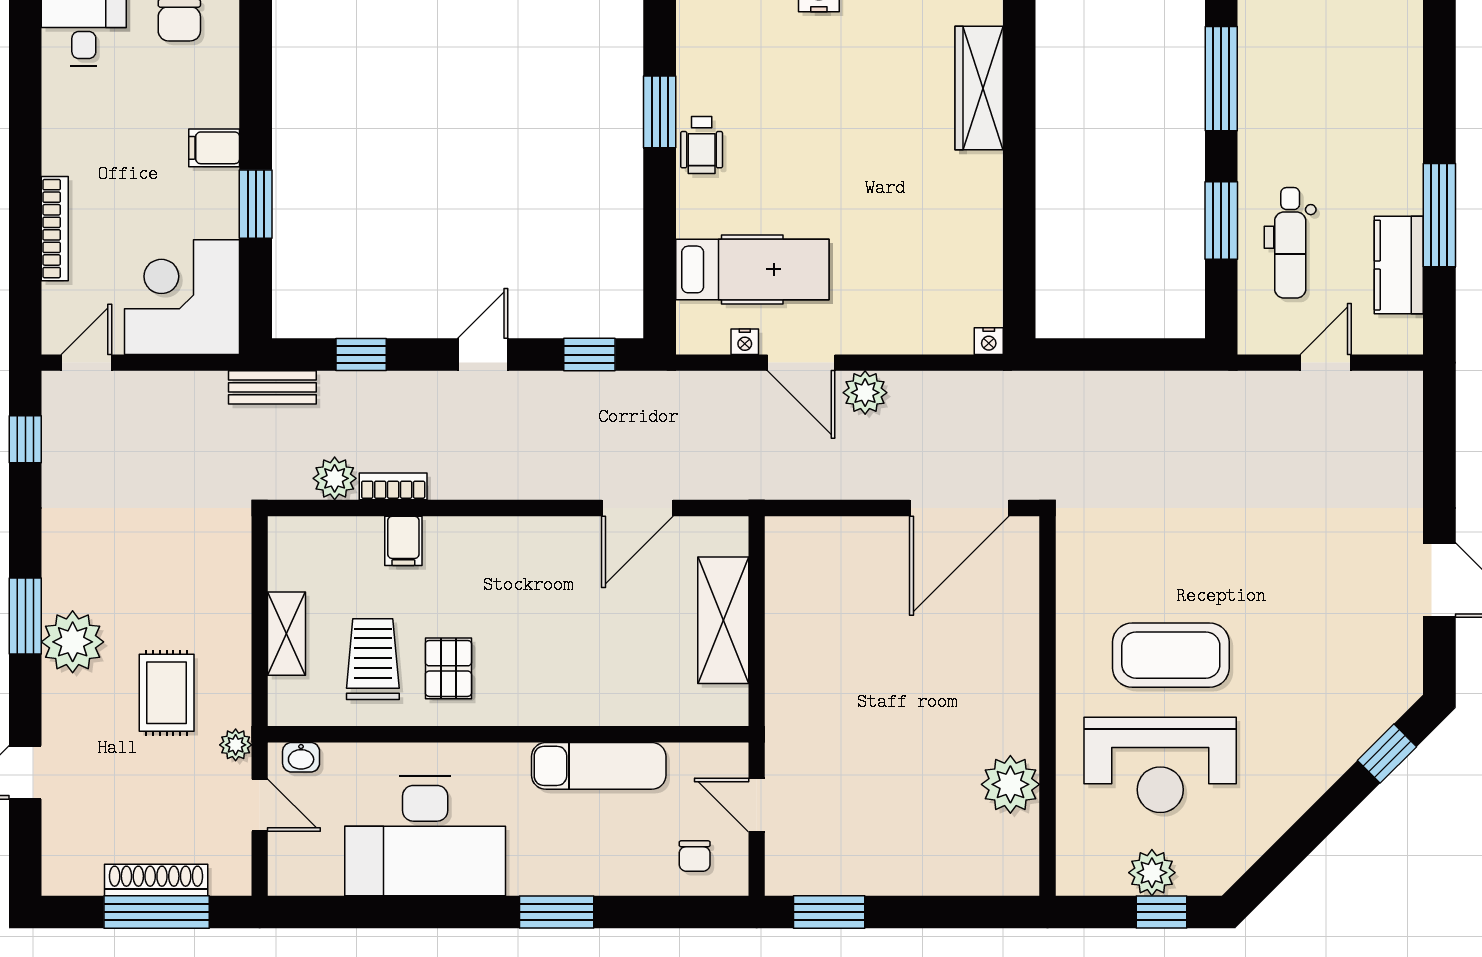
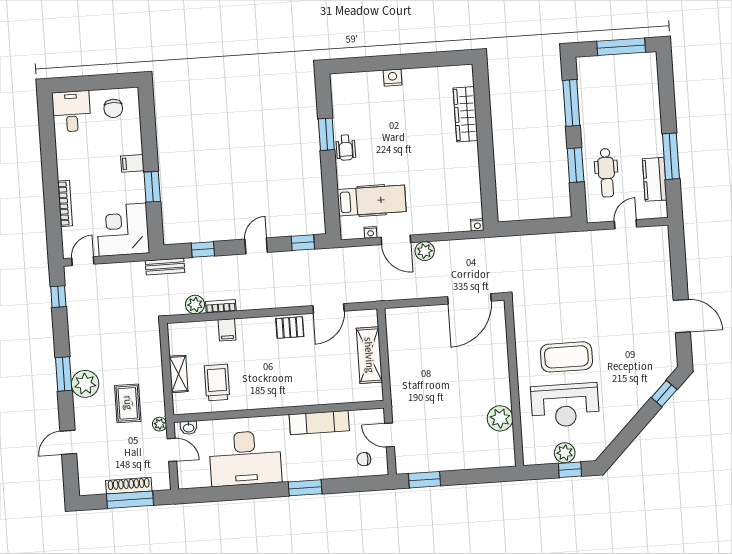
pallet: (448, 668) -> (290, 327), moved, turned 90
chair: (695, 856) -> (364, 459), turned 90

